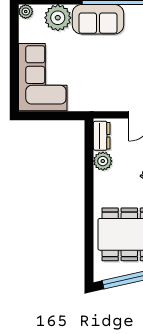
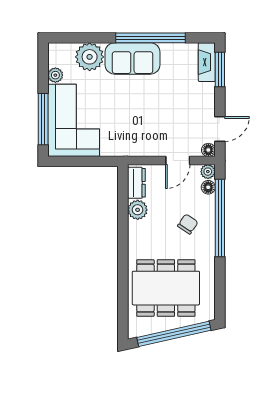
plant: (26, 12) -> (55, 75), moved
window: (14, 76) -> (43, 119), added

